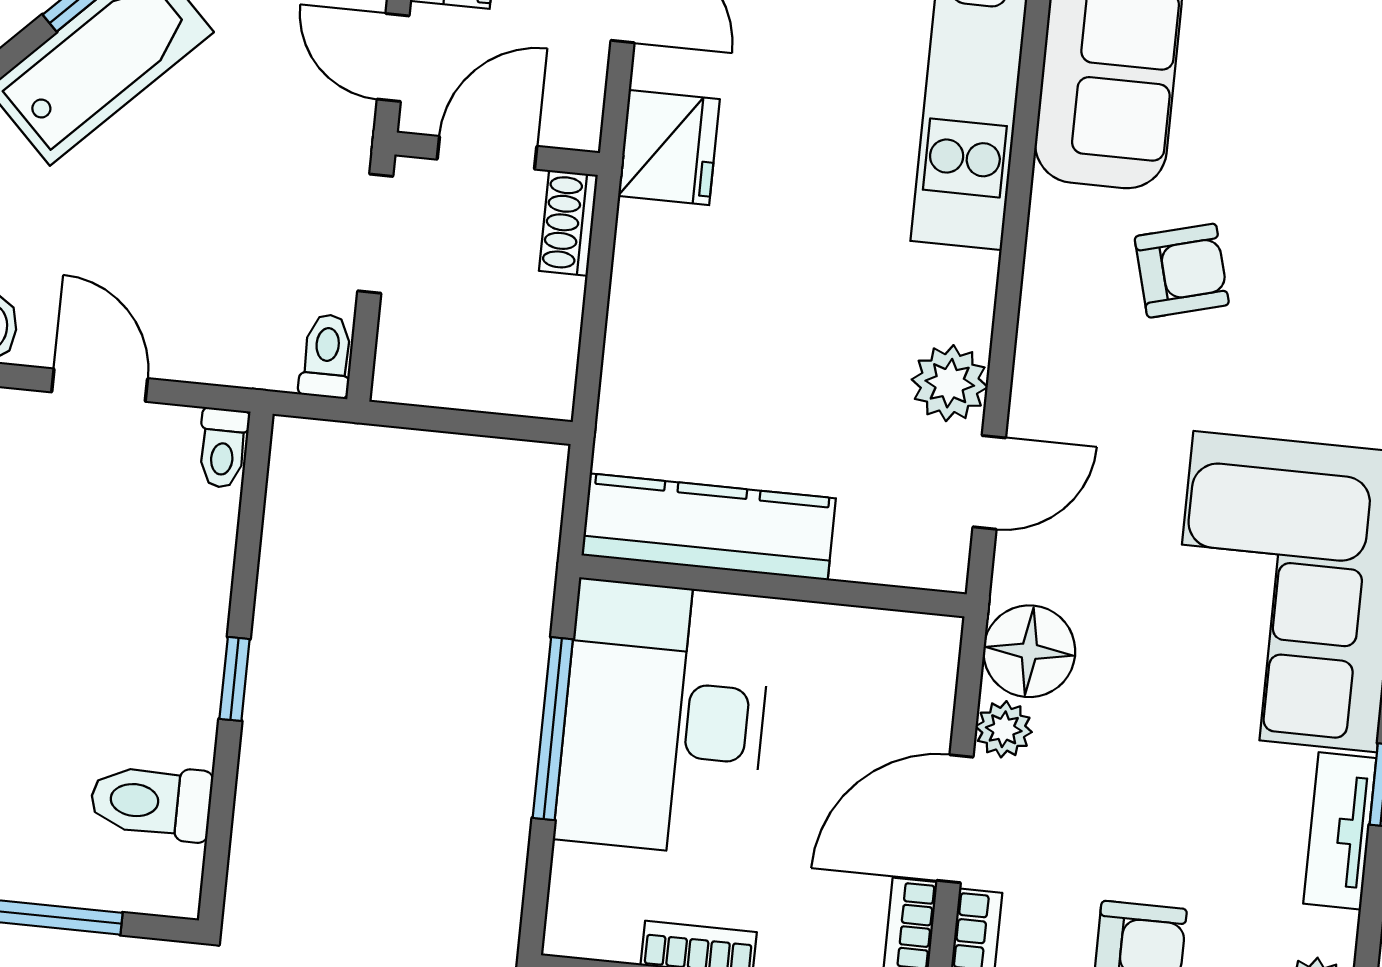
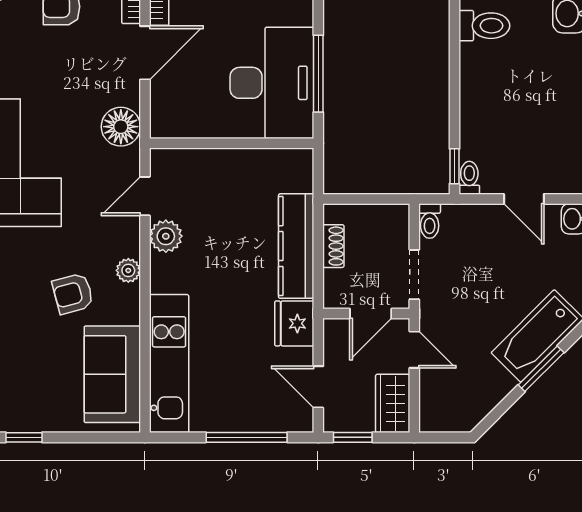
shoe rack: (568, 223) -> (333, 246), moved
kitchen counter: (709, 527) -> (296, 246), moved, turned 90
window: (235, 679) -> (455, 166), moved
plant: (1004, 729) -> (128, 270), moved

